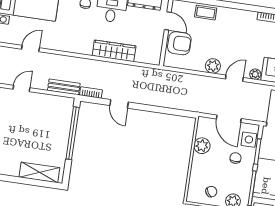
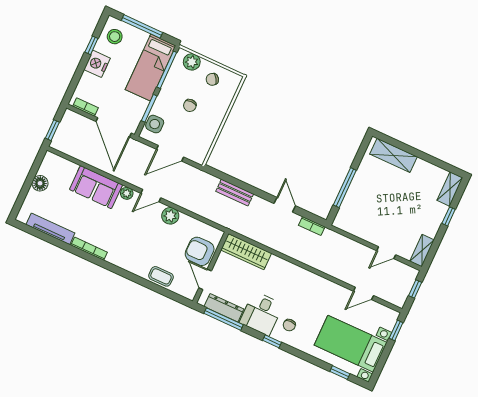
wardrobe: (114, 51) -> (246, 252), moved
bench: (64, 87) -> (235, 193), moved
door: (229, 119) -> (170, 153), swing flipped
window: (73, 133) -> (345, 188), width x0.68
plant: (202, 146) -> (208, 132), removed
chair: (235, 158) -> (190, 105), moved

